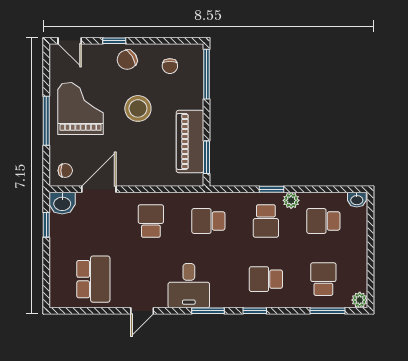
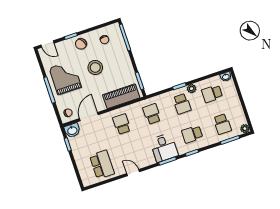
piano: (190, 142) -> (121, 96), moved, turned 90
school desk: (208, 221) -> (152, 114), turned 90
school desk: (323, 279) -> (222, 124), turned 180
desk: (189, 286) -> (164, 148), moved
door: (142, 311) -> (133, 173), swing flipped

